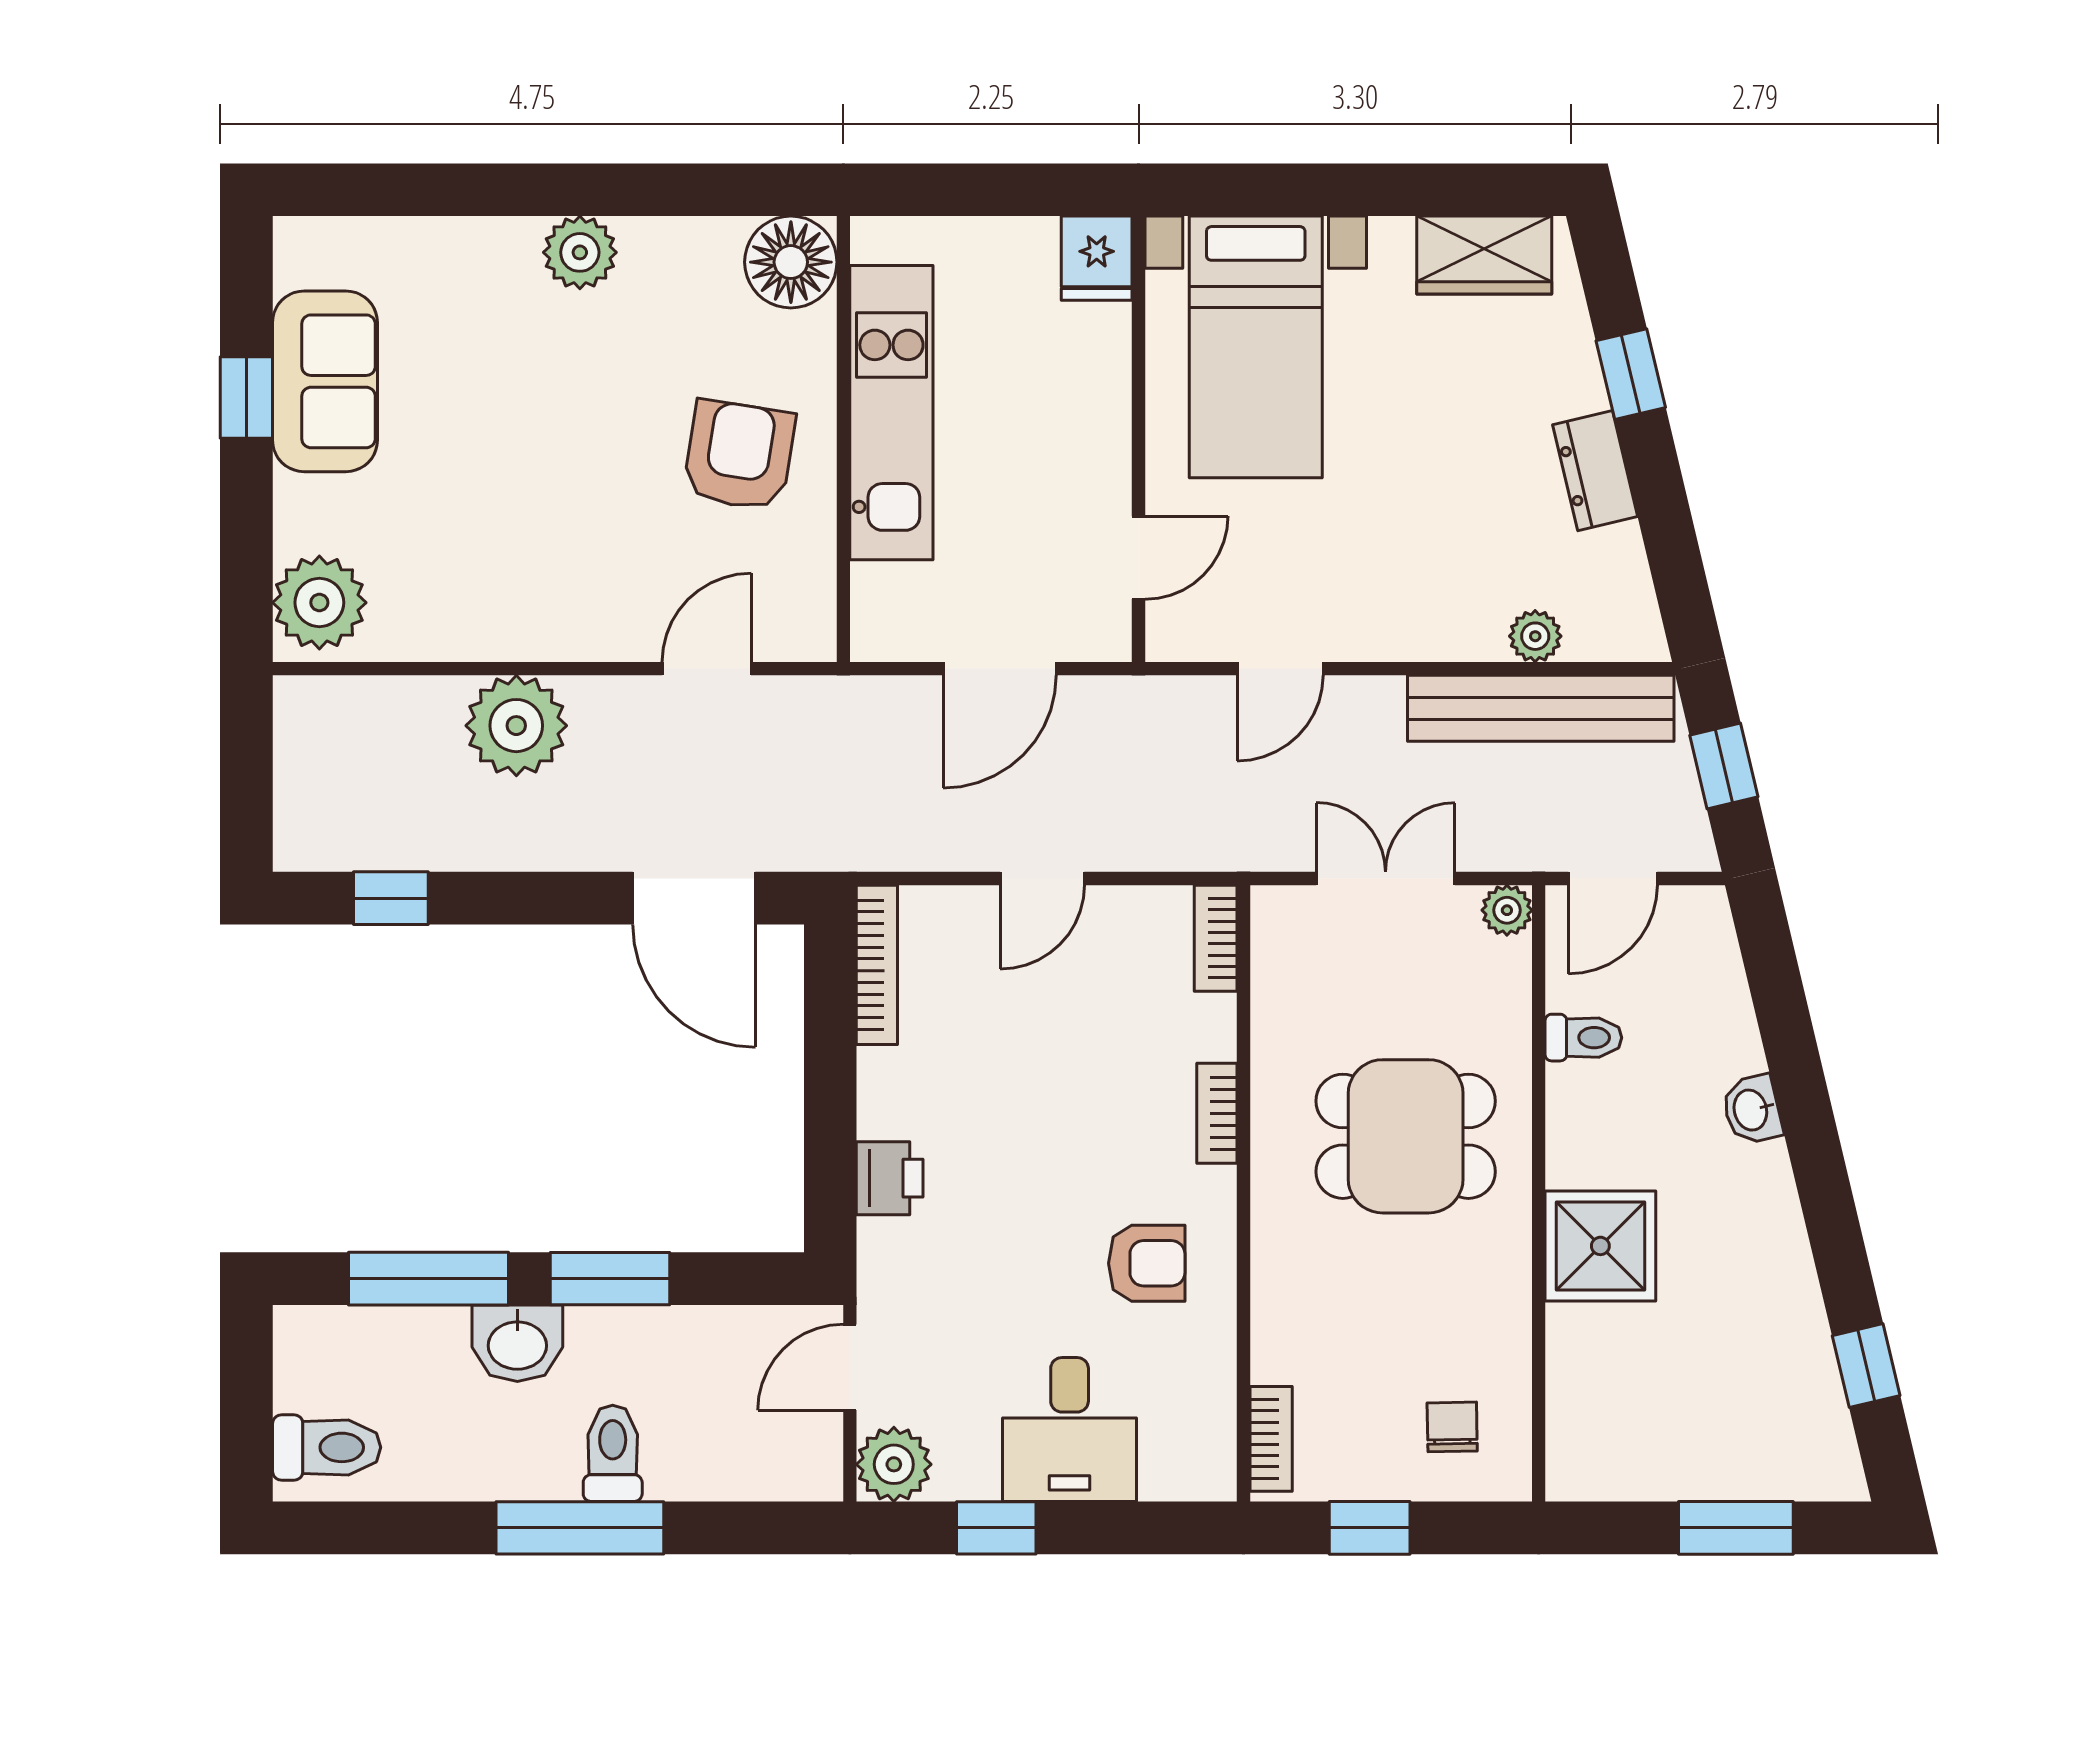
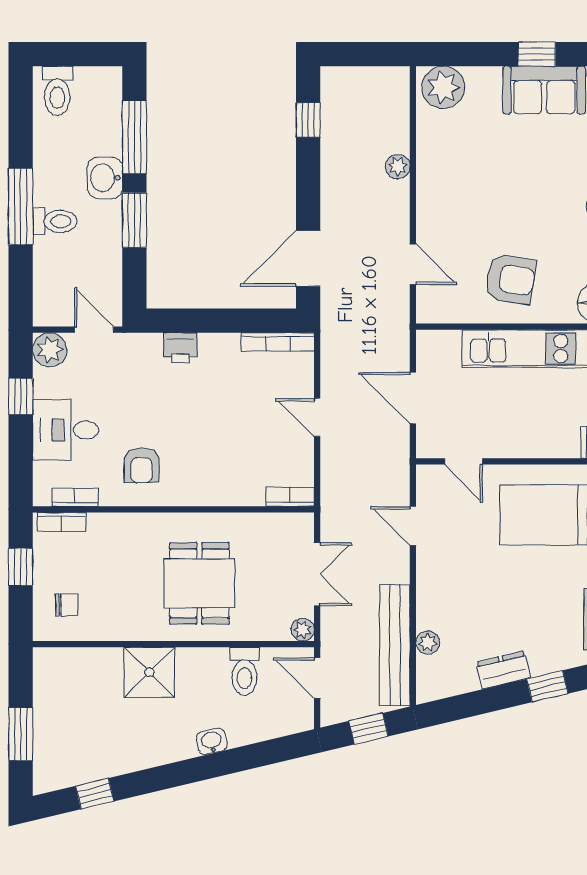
plant: (516, 726) -> (398, 167), width x0.53, depth x0.53
toilet: (1583, 1038) -> (244, 671), width x1.37, depth x1.39
bookcase: (1217, 1113) -> (75, 497), moved

